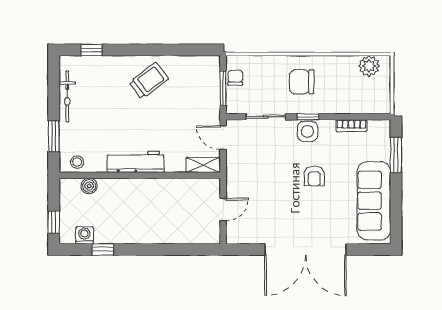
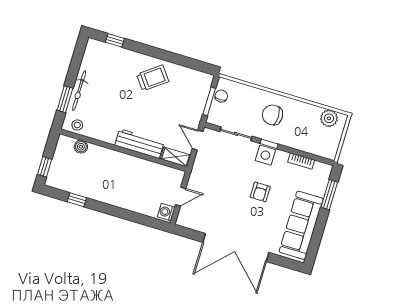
bicycle: (67, 96) -> (79, 91), moved
workbench: (135, 162) -> (139, 144), moved
washing machine: (84, 235) -> (166, 212), moved, turned -90

